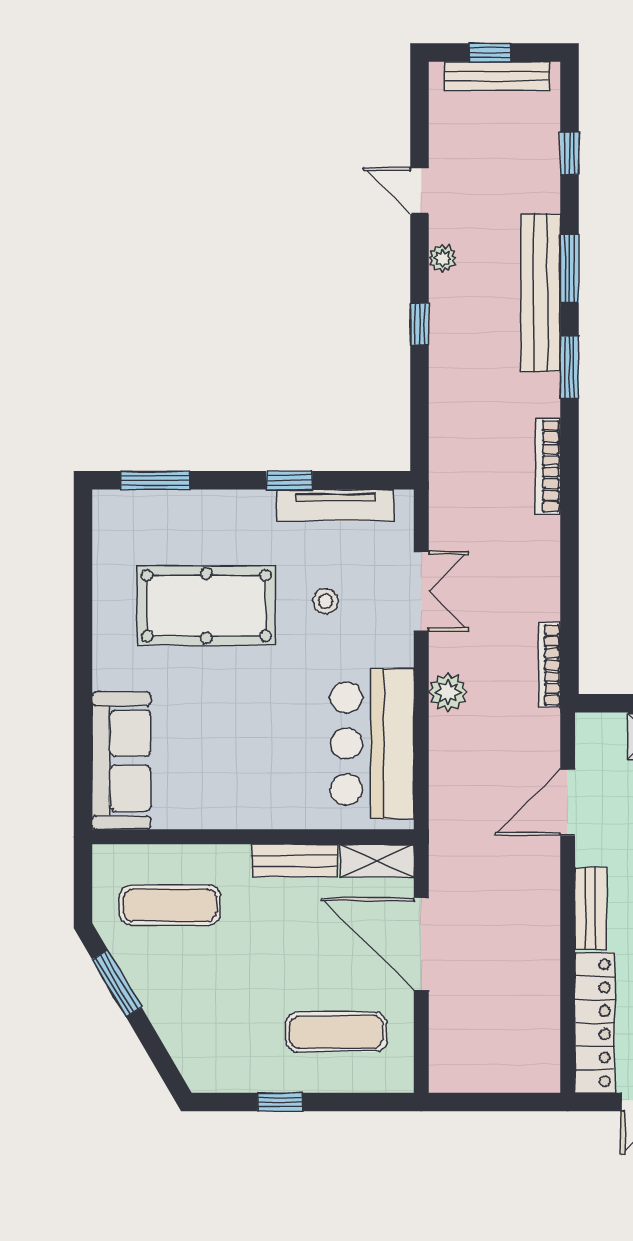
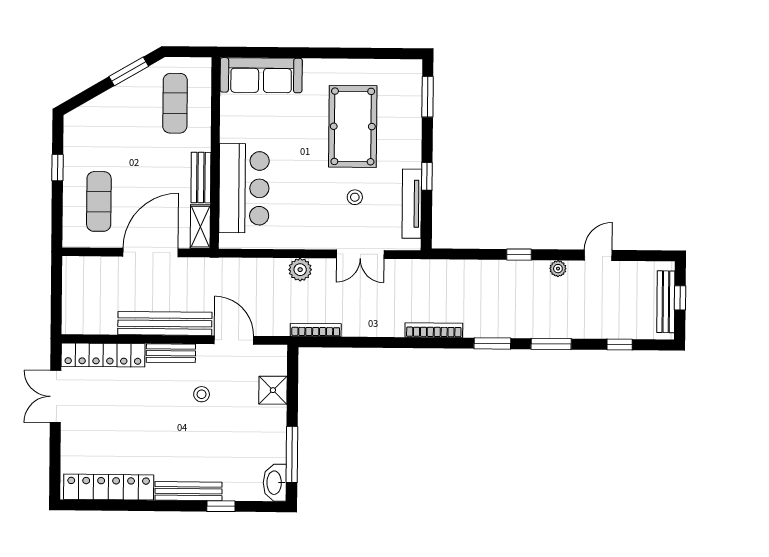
bench: (541, 293) -> (165, 323), moved
bar counter: (372, 743) -> (244, 188), moved, turned 90

